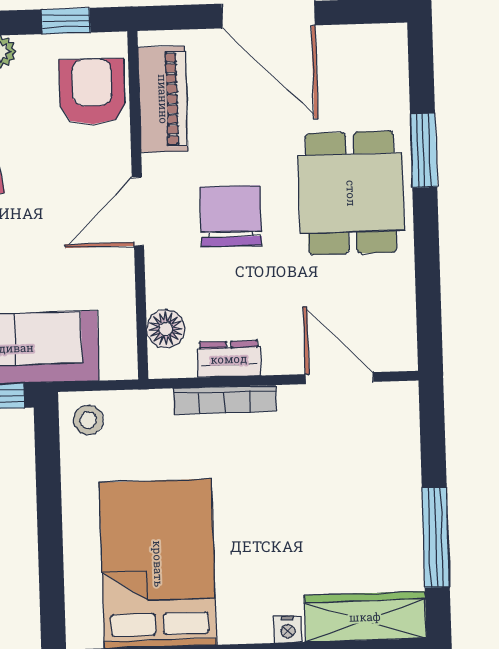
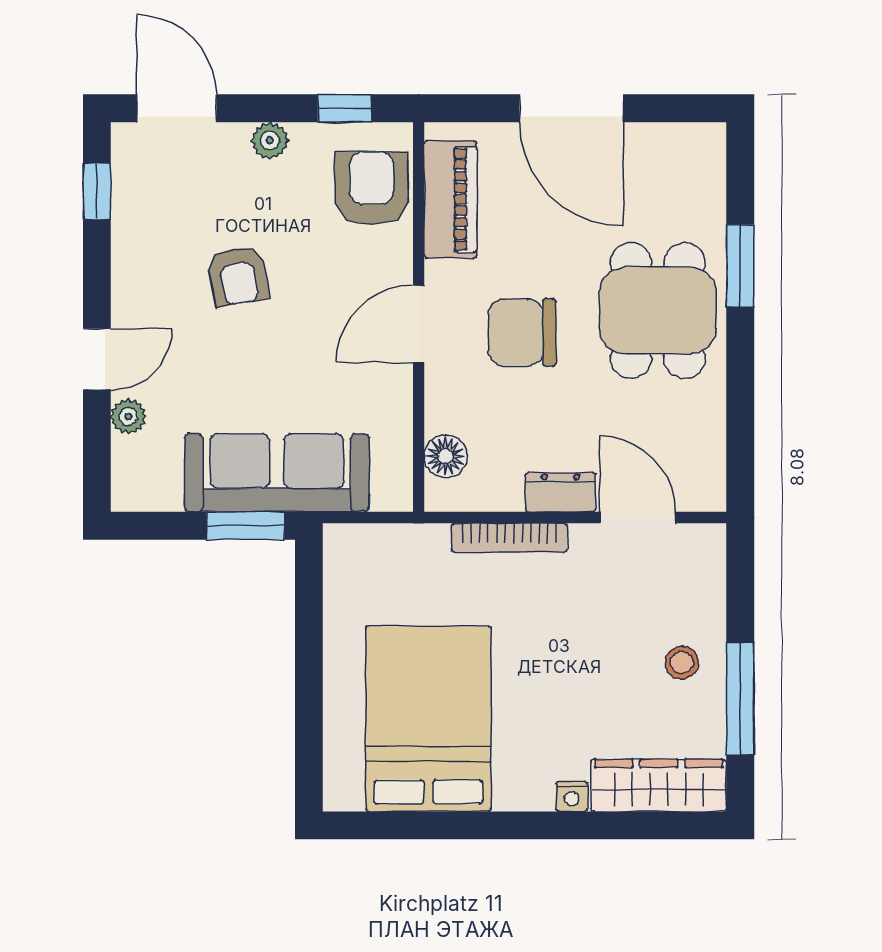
chair: (231, 216) -> (522, 332), turned -90
dresser: (229, 359) -> (561, 492), moved
stool: (88, 420) -> (682, 663), moved

